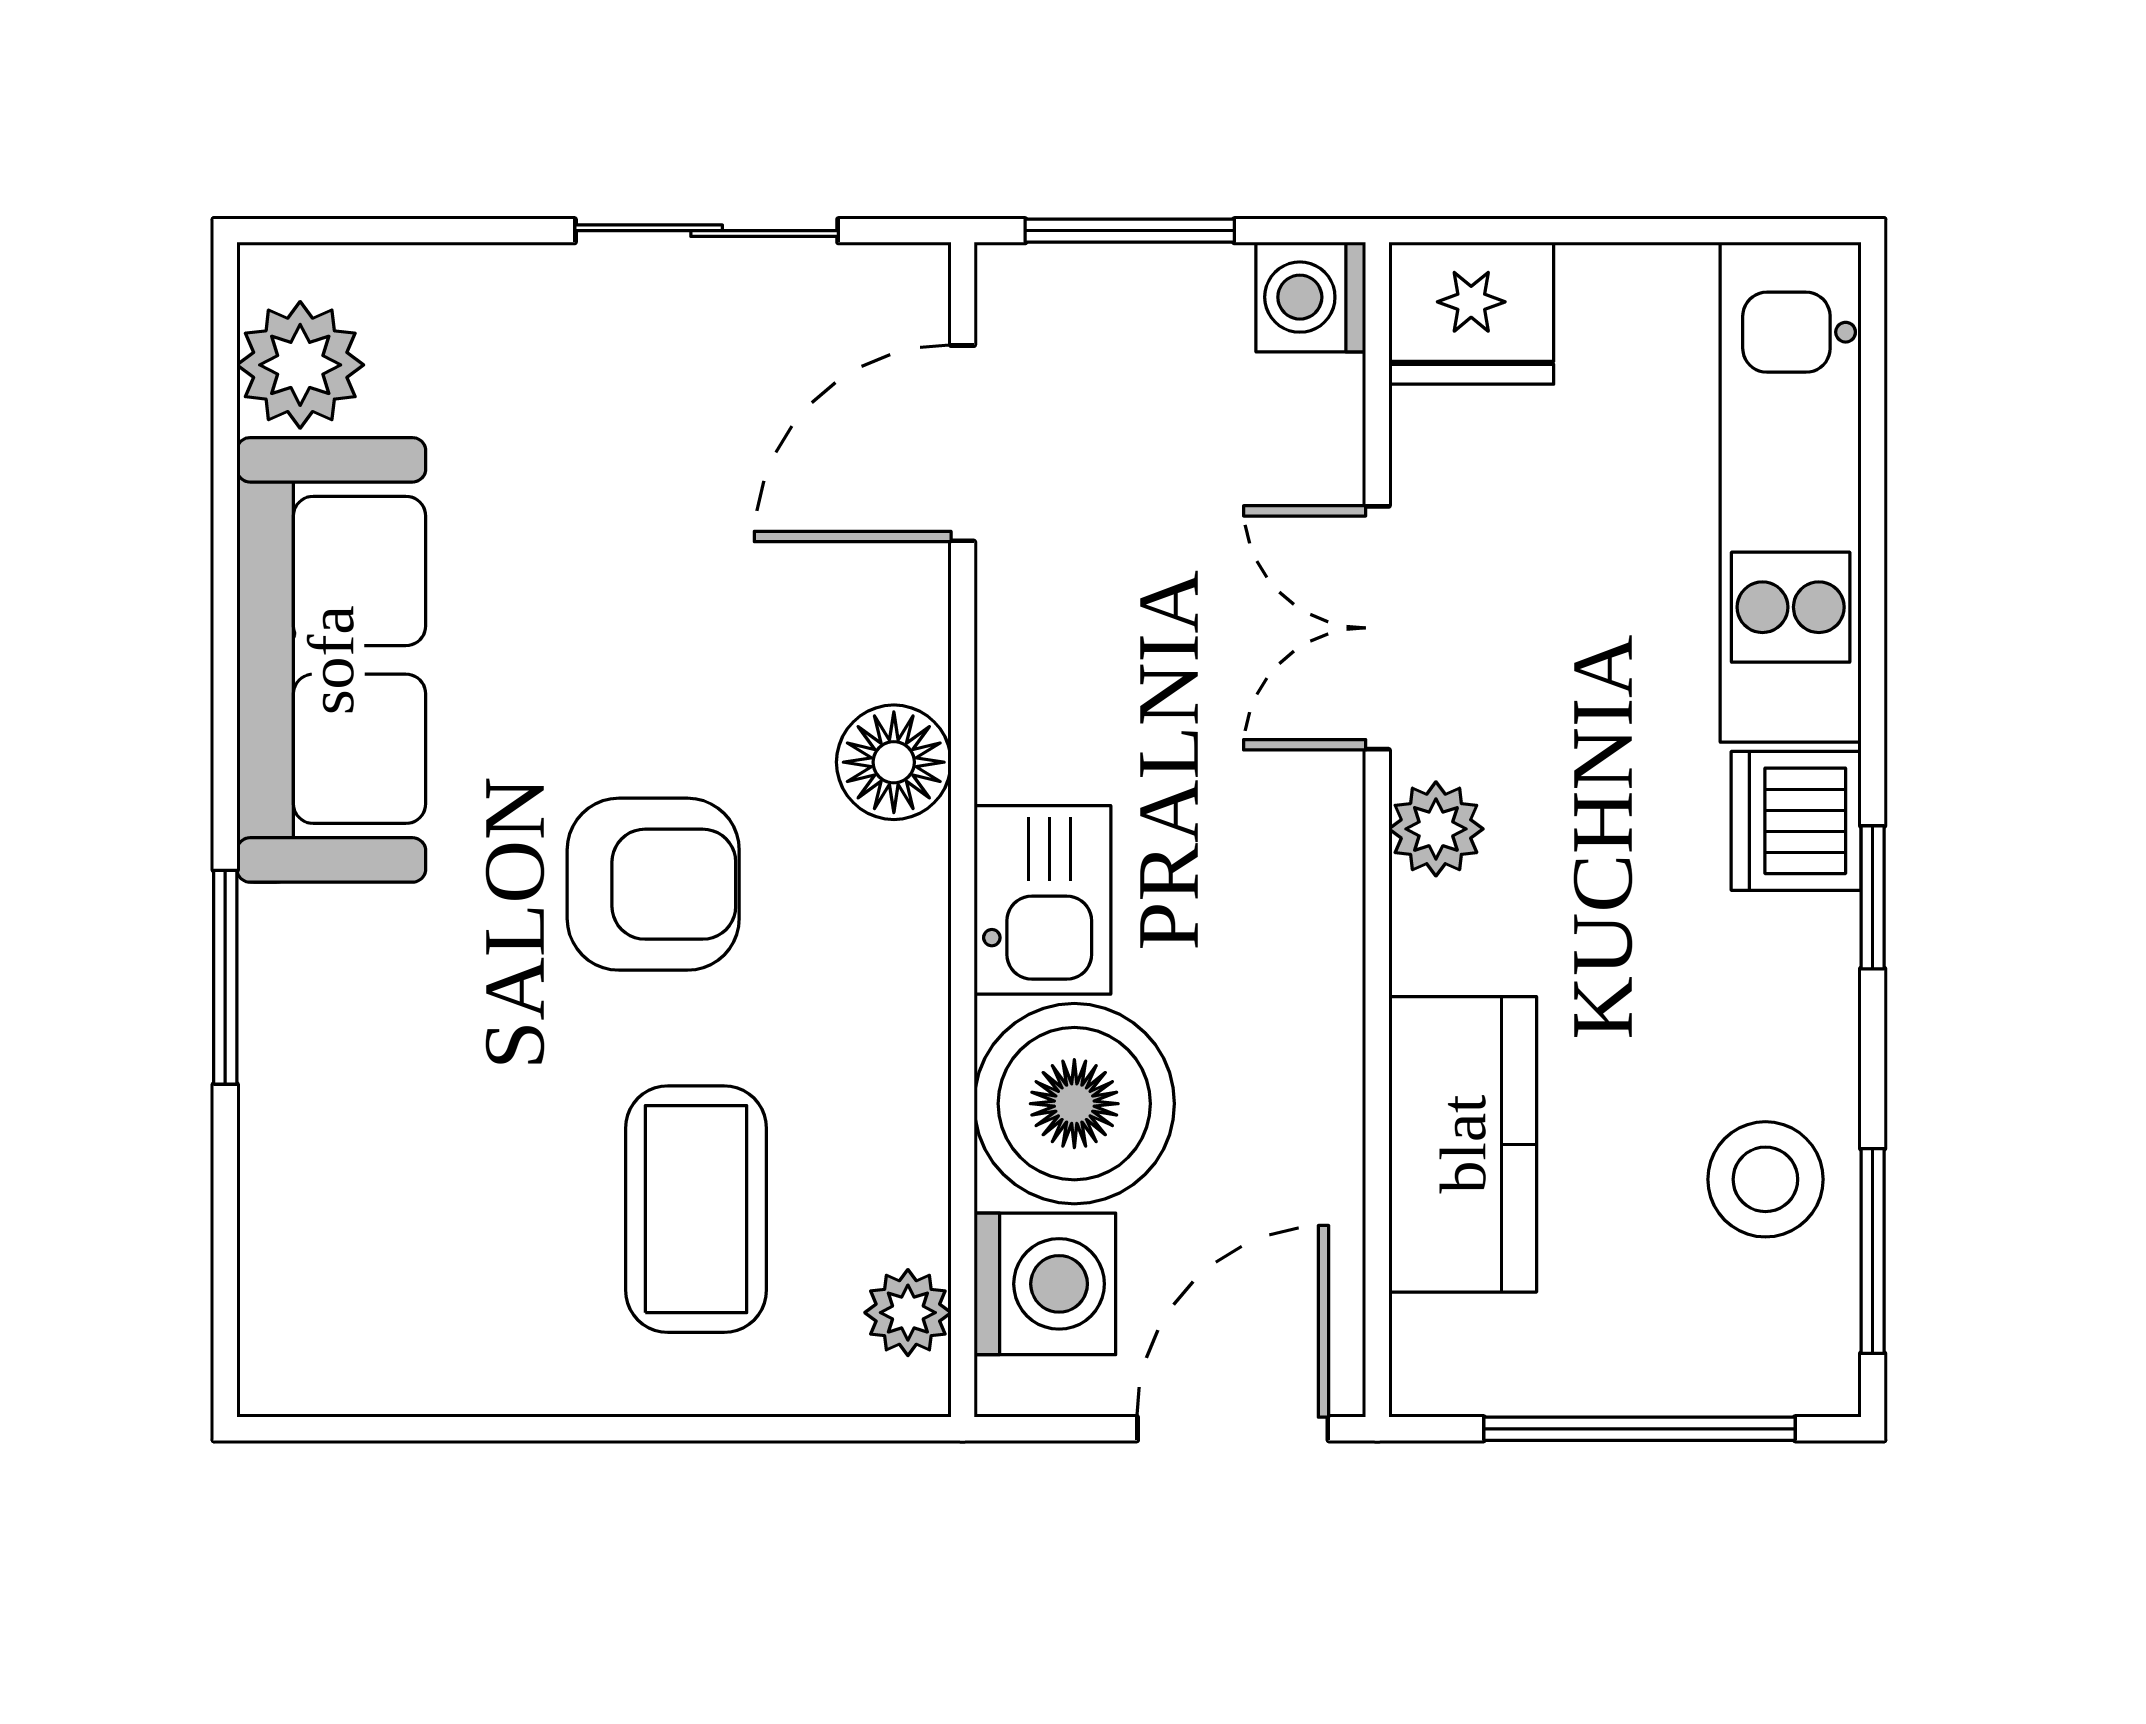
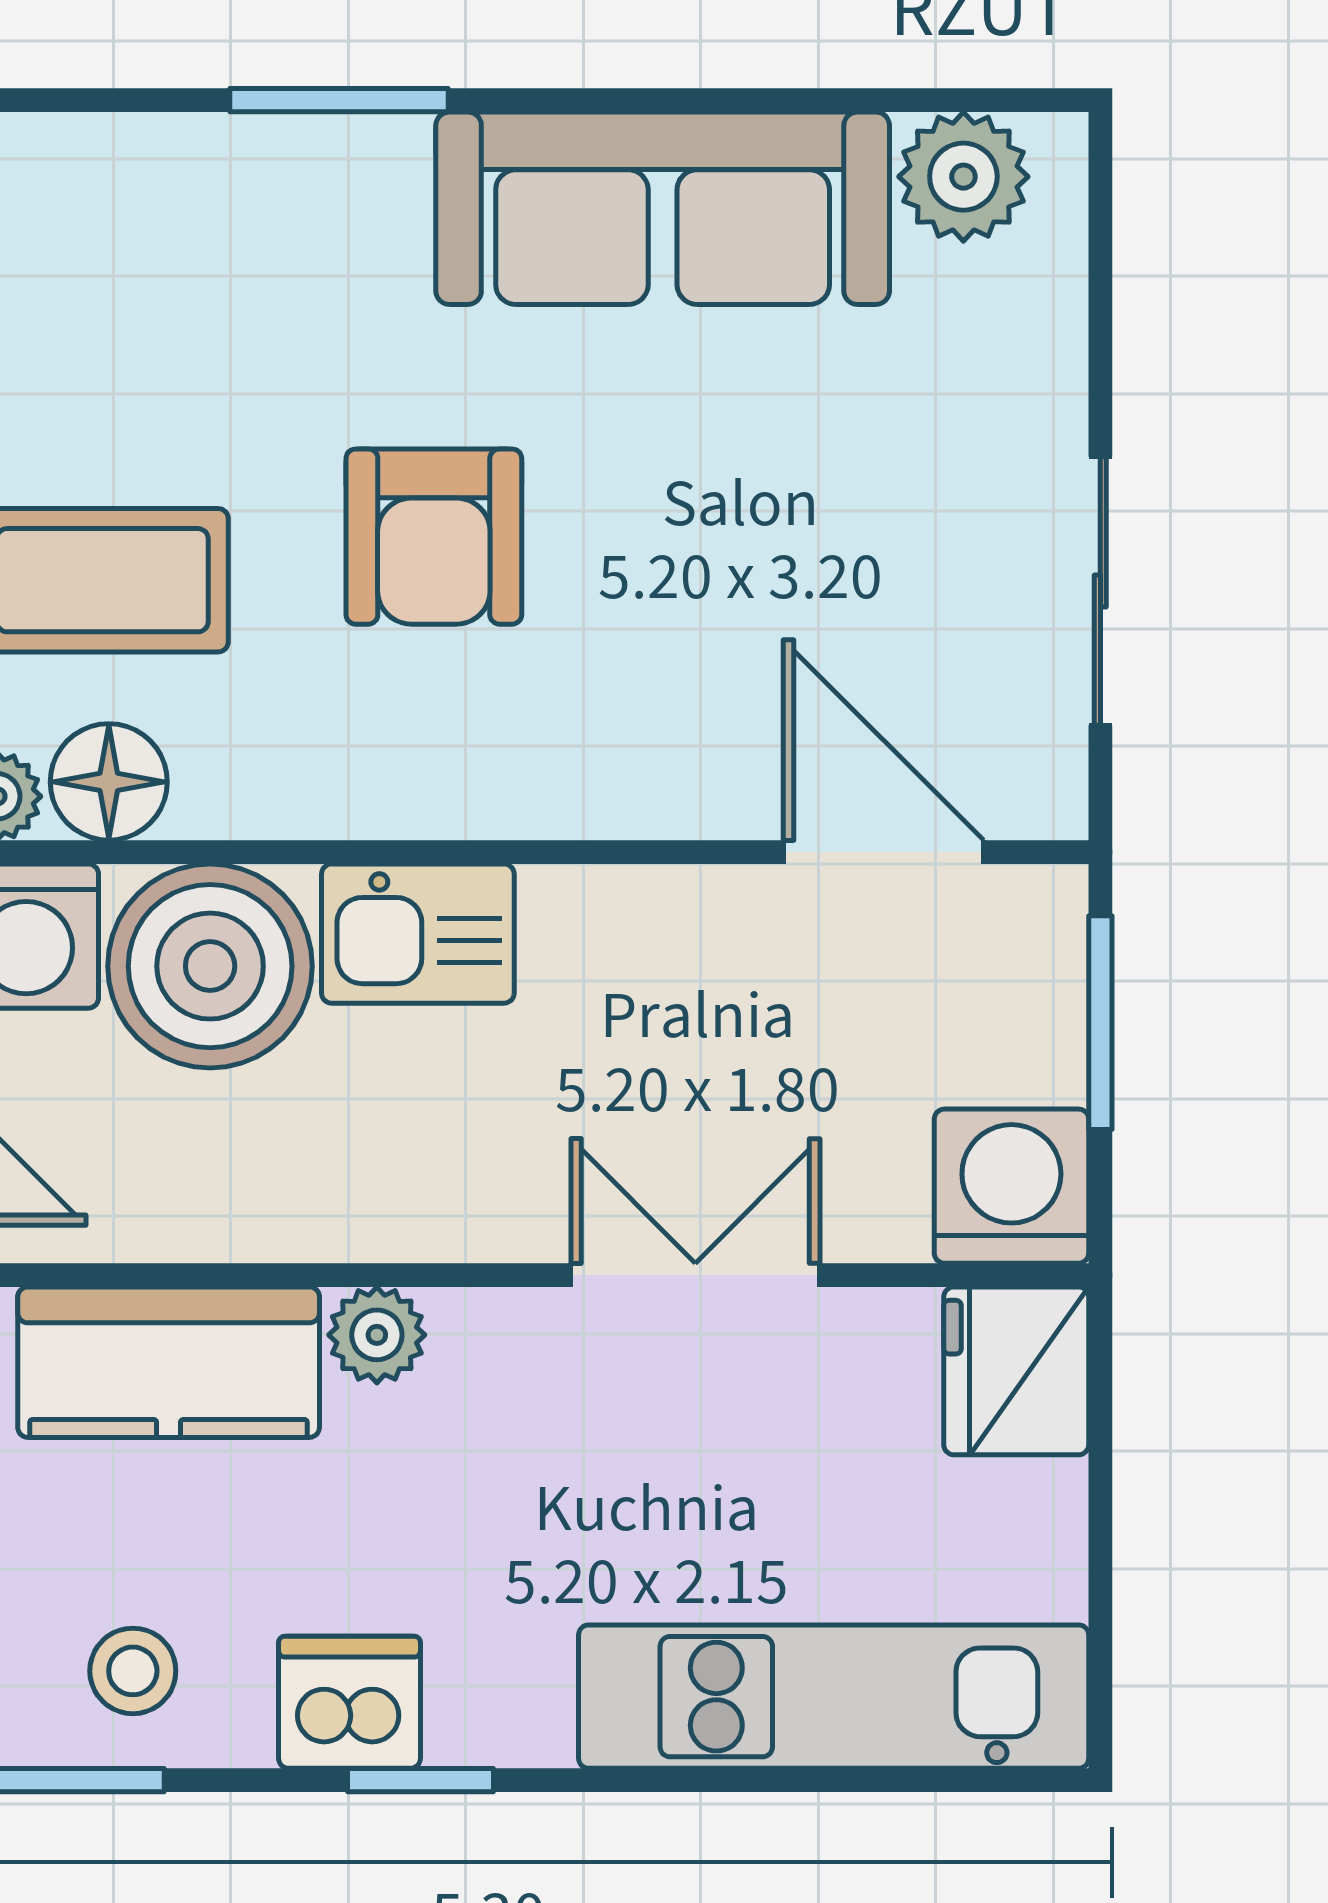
washing machine: (1311, 297) -> (1011, 1186), width x1.38, depth x1.38
floor lamp: (894, 762) -> (109, 782), moved
dishwasher: (1796, 821) -> (349, 1702), moved
plant: (1436, 829) -> (377, 1335), moved
stool: (1765, 1179) -> (133, 1671), width x0.73, depth x0.73

